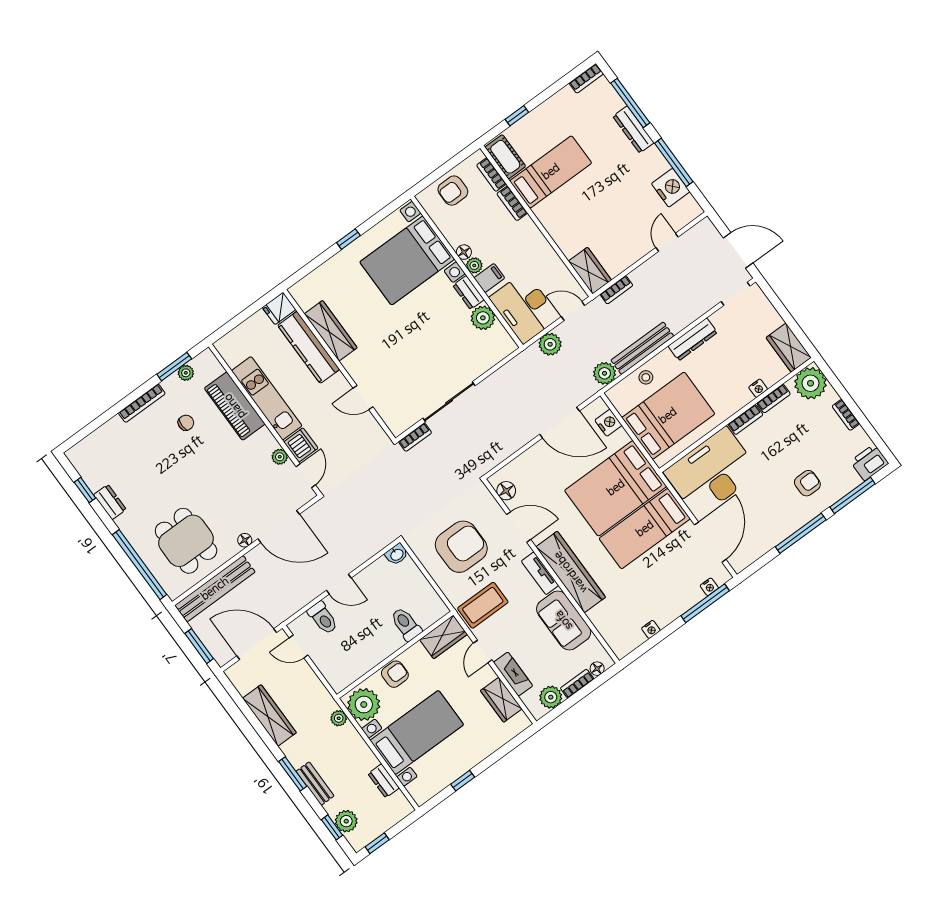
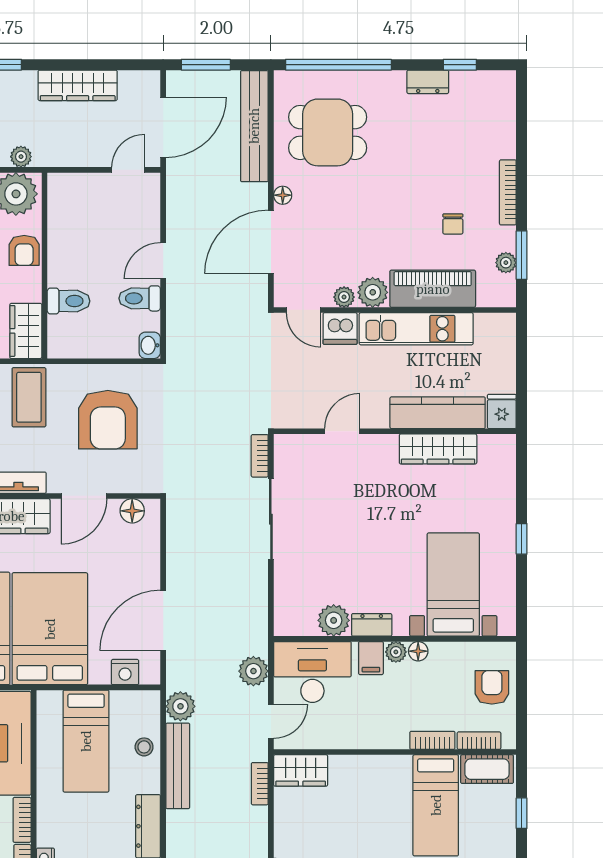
bed with nightstands: (407, 260) -> (453, 585), width x0.73
bed: (668, 416) -> (86, 741), width x0.67
plant: (264, 441) -> (373, 292), added
toilet: (323, 618) -> (140, 298), moved

